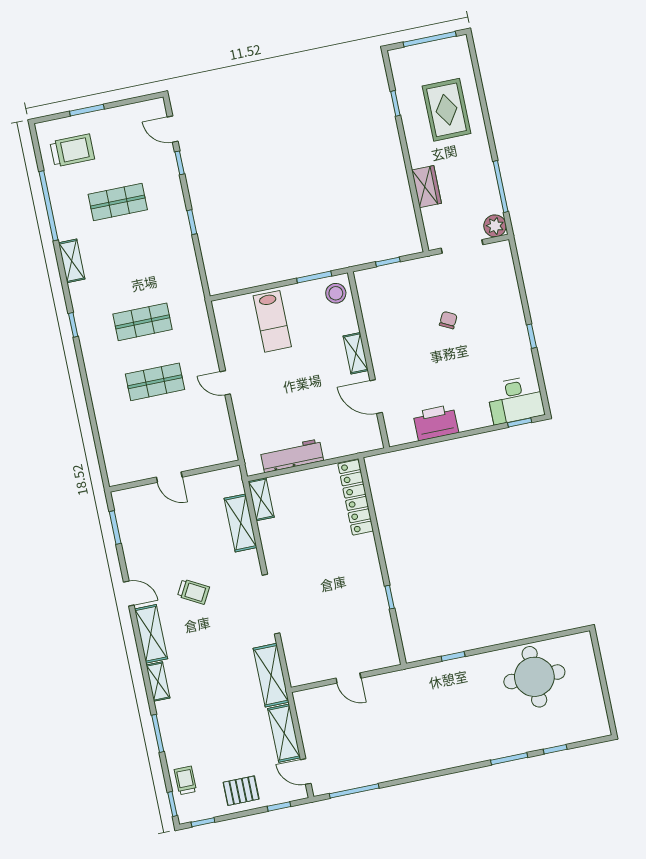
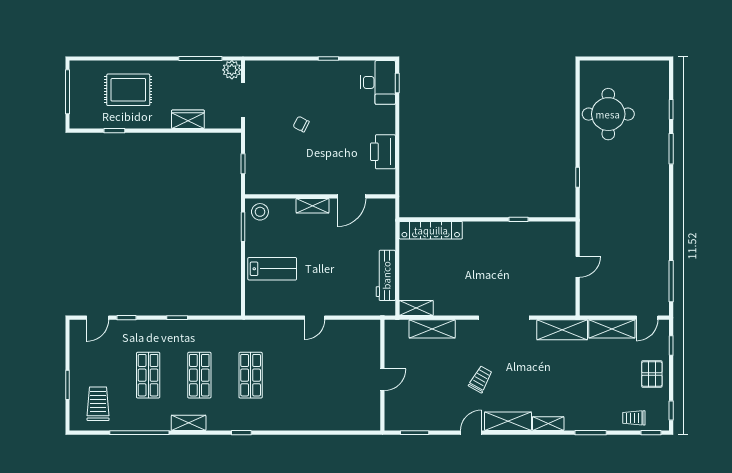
shop shelf: (155, 382) -> (199, 375), moved

